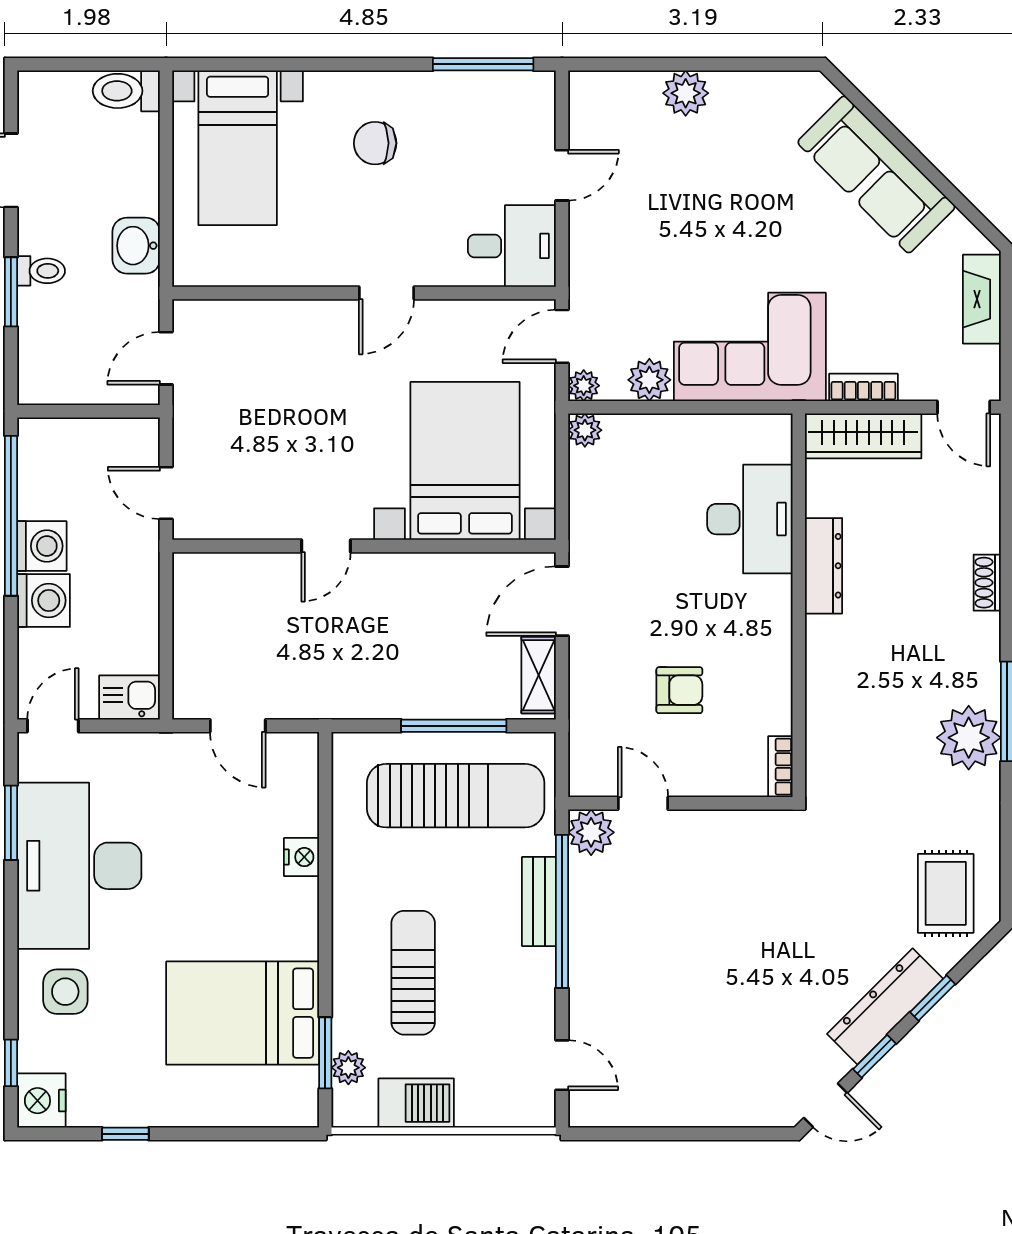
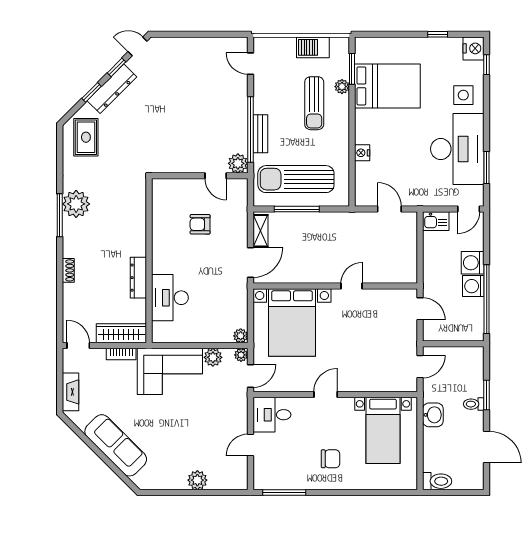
bed with nightstands: (238, 148) -> (383, 430), moved, turned 180
bookcase: (780, 767) -> (157, 192), removed
plant: (348, 1068) -> (342, 87), moved

